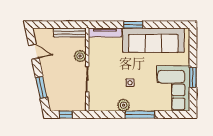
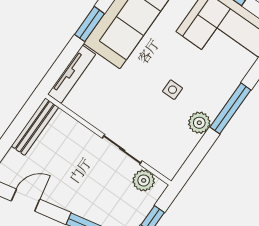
plant: (80, 56) -> (144, 180), moved

